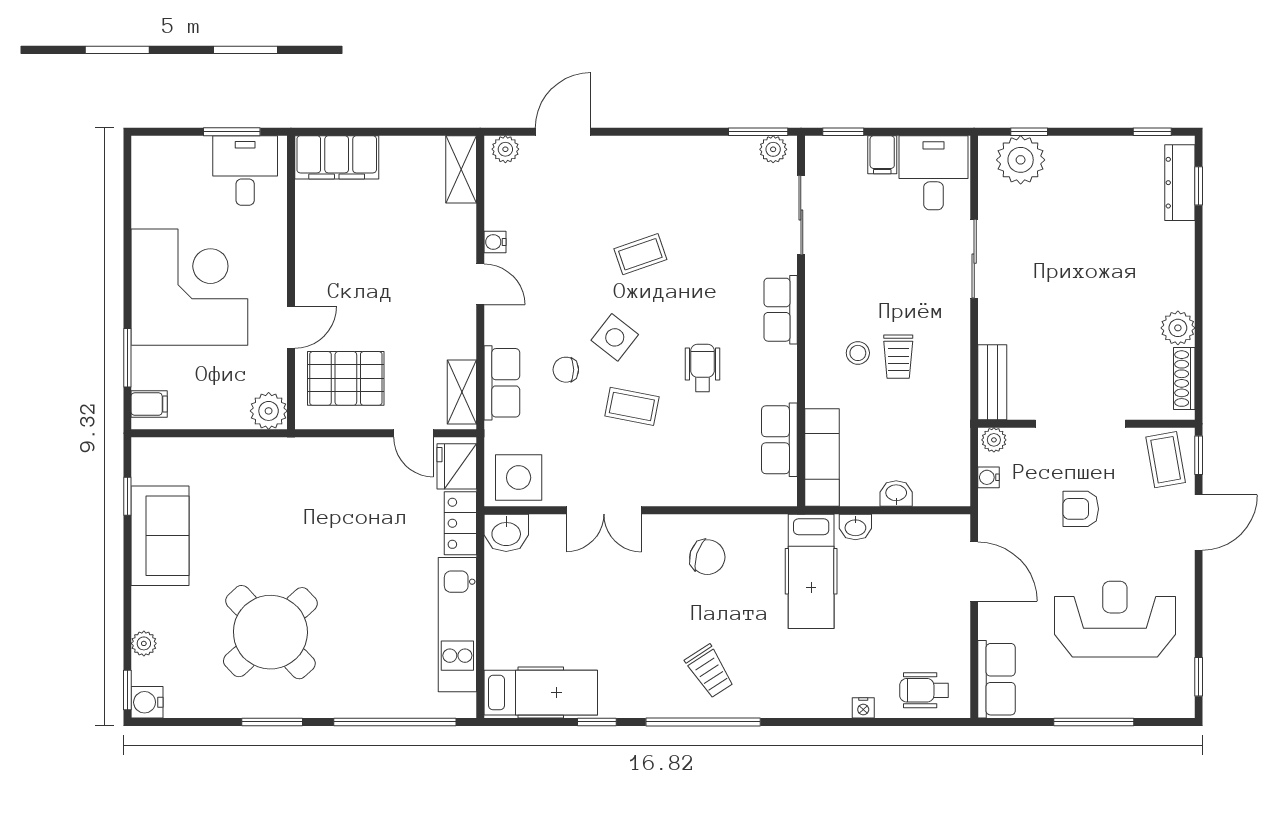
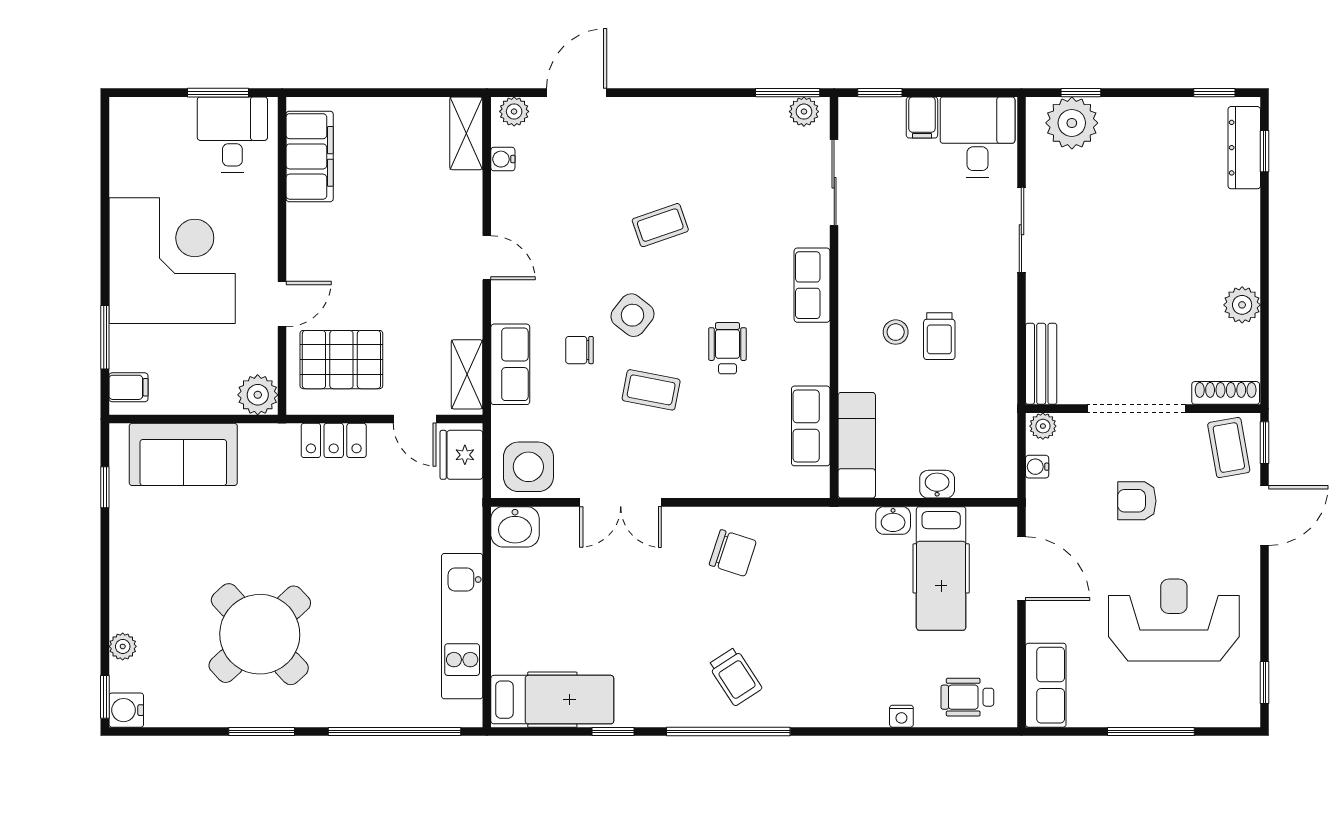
filing cabinet: (337, 157) -> (310, 156), moved, turned -90
water cooler: (495, 242) -> (503, 159), moved
shoe rack: (1184, 379) -> (1226, 393), moved, turned 90
locker: (460, 523) -> (334, 440), moved, turned -90
sofa: (160, 536) -> (183, 454), moved, turned 90
hospital bed: (811, 571) -> (941, 568), moved

